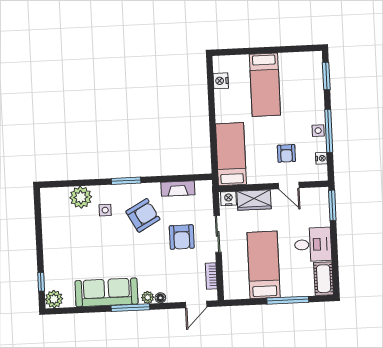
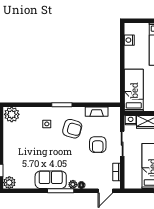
plant: (81, 197) -> (12, 114), moved
armchair: (143, 215) -> (72, 129), turned 45
sofa: (107, 292) -> (51, 180), width x0.73

